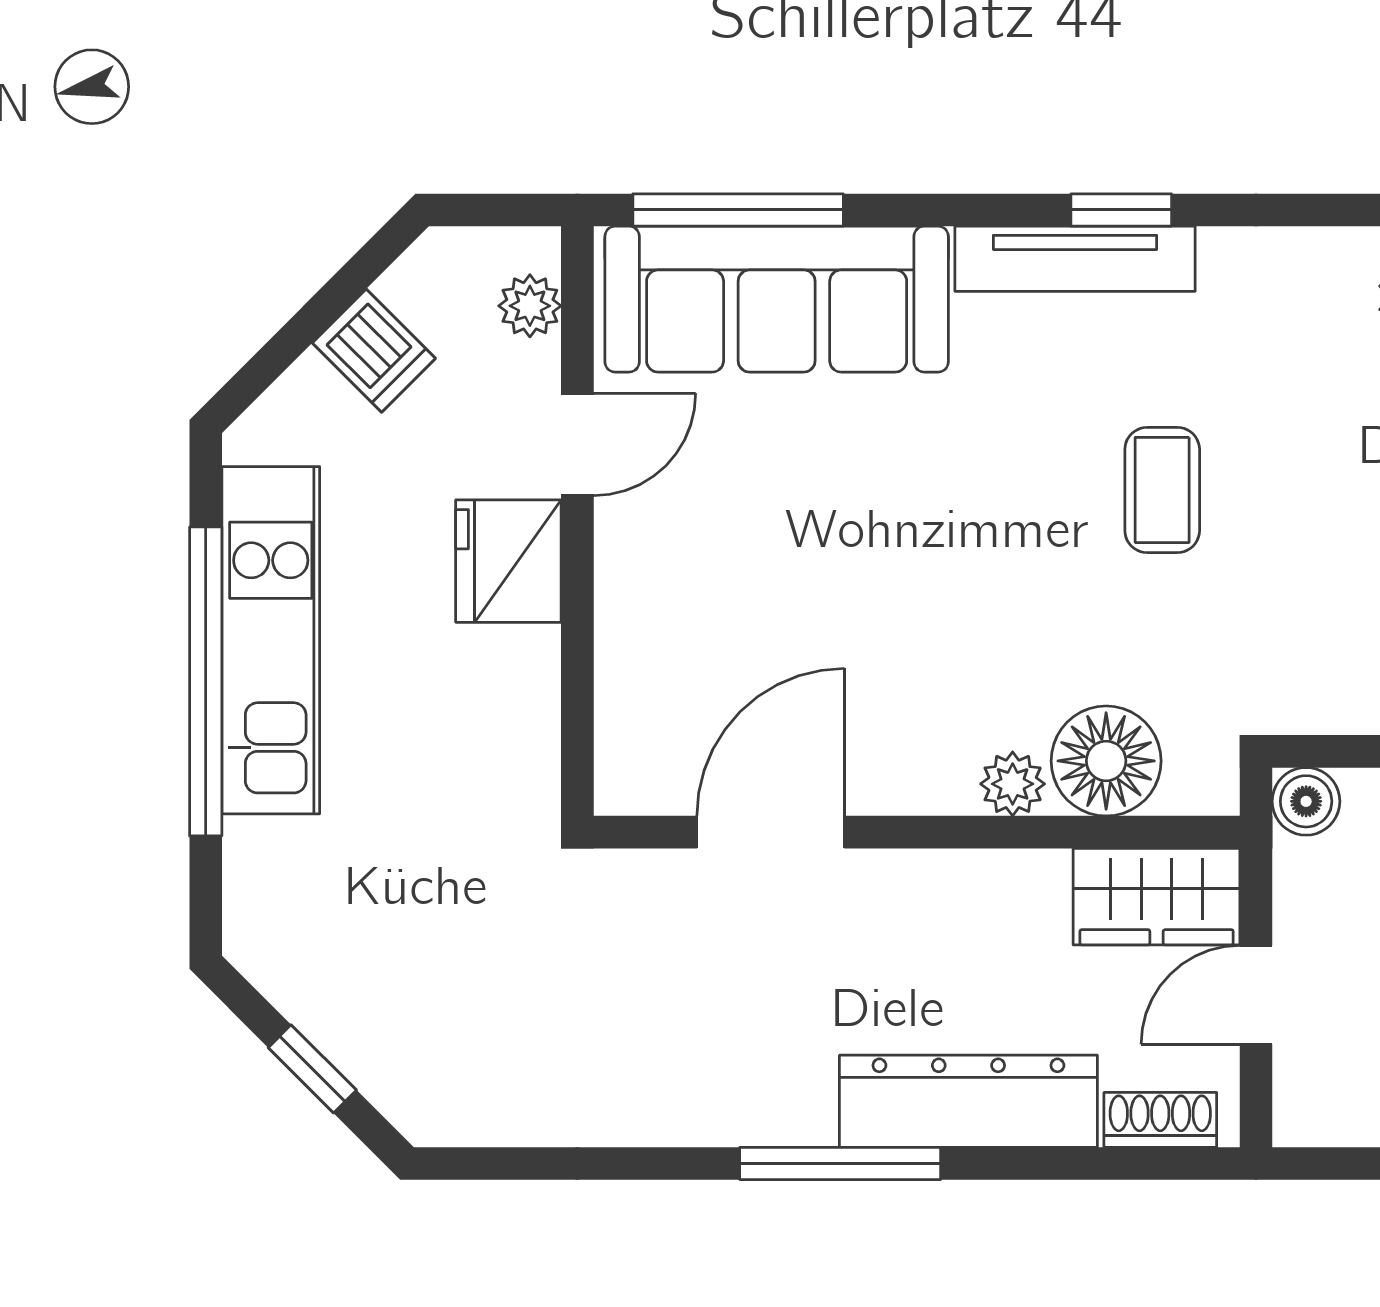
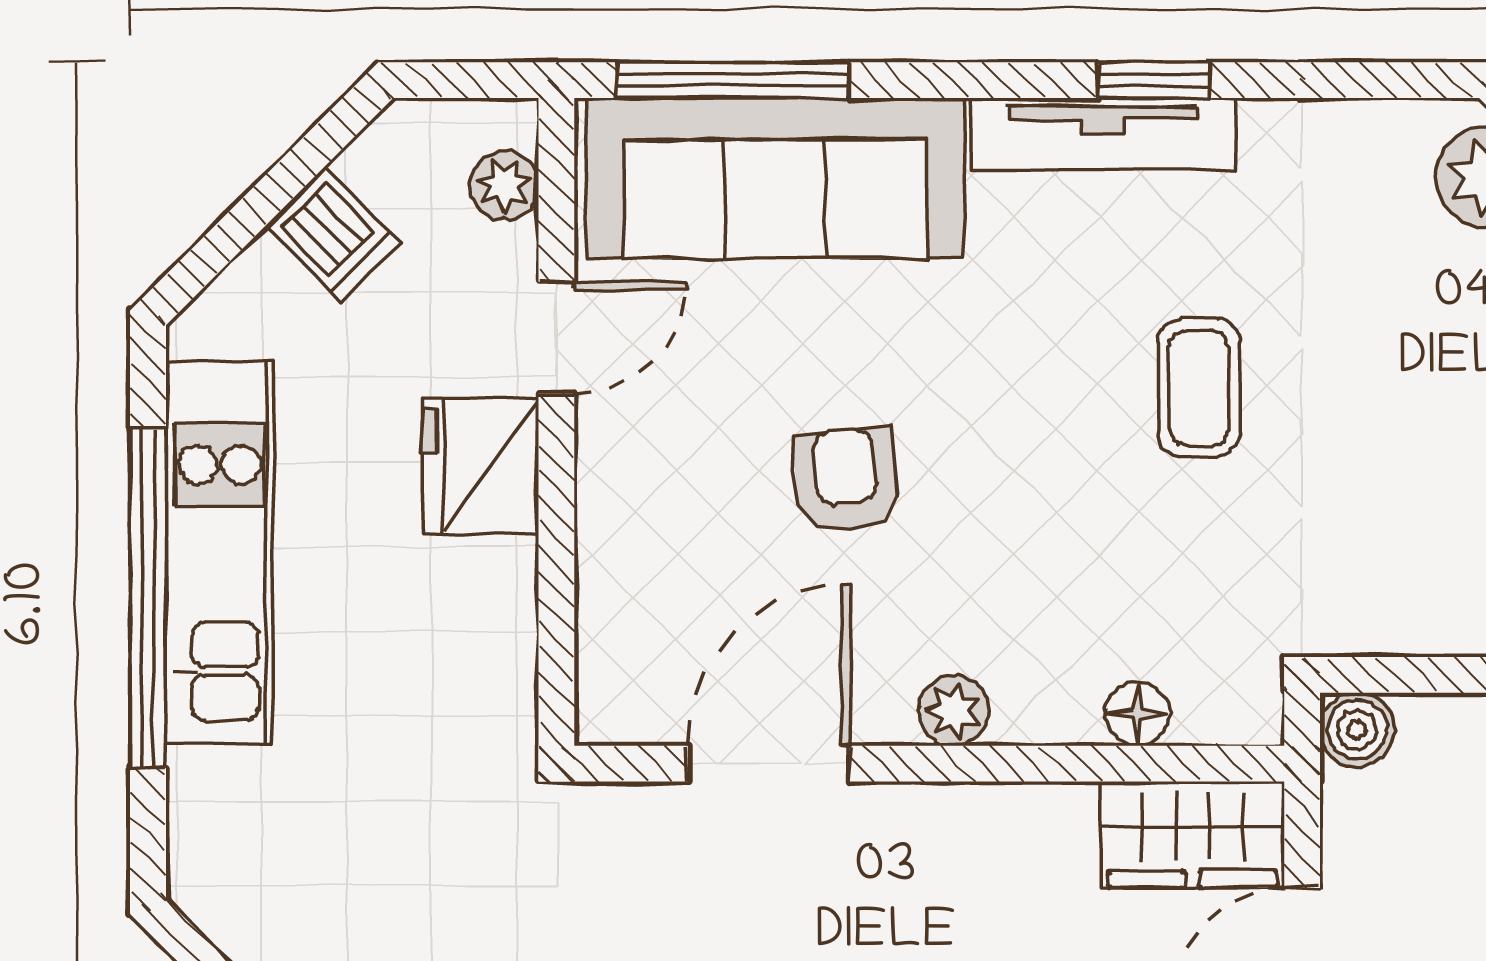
armchair: (841, 575) -> (846, 481), added
floor lamp: (1106, 761) -> (1137, 714), width x0.53, depth x0.53
plant: (1013, 784) -> (953, 711), moved

